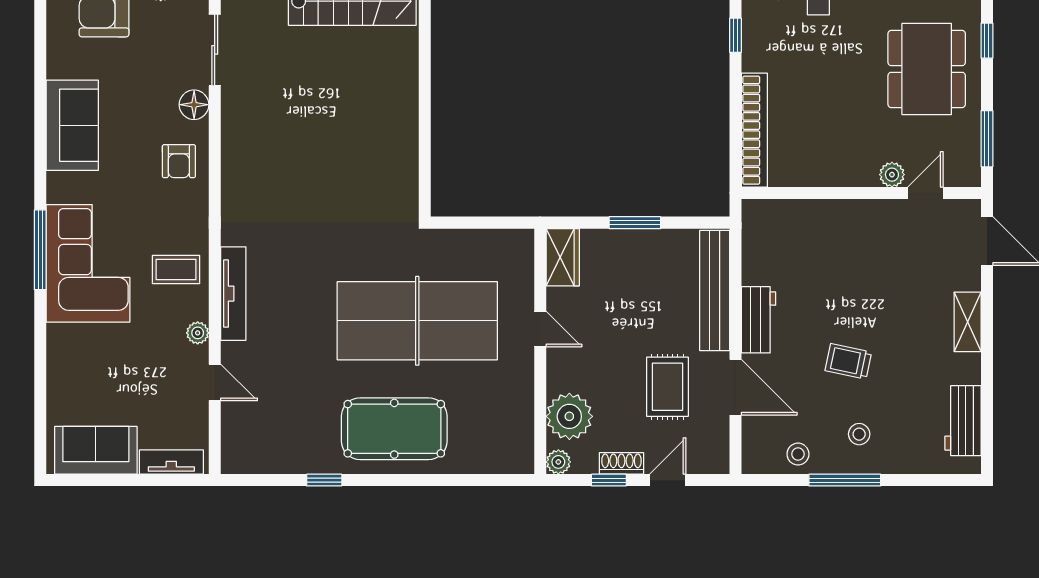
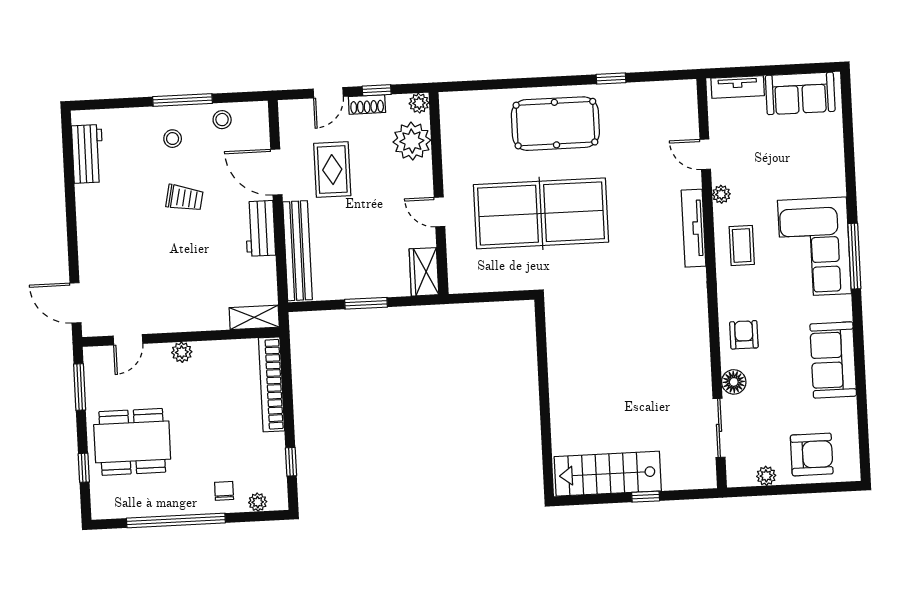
dining table: (927, 69) -> (132, 442), turned 90
plant: (892, 175) -> (182, 352), moved
coffee table: (176, 270) -> (742, 246), turned 90
shelving: (968, 322) -> (254, 317), moved, turned 90

